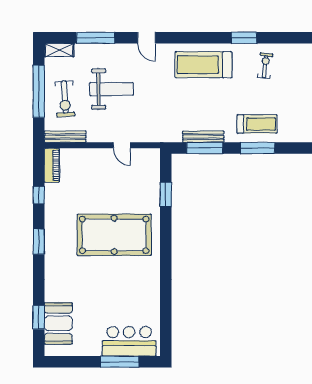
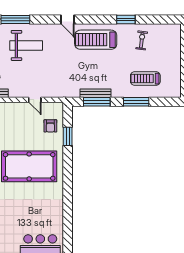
door: (146, 38) -> (68, 20), moved
weight bench: (112, 89) -> (26, 45), moved
treadmill: (257, 124) -> (145, 79), moved, turned 180
armchair: (143, 180) -> (50, 126), added

